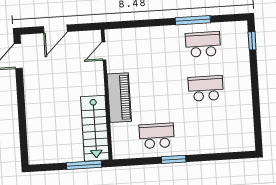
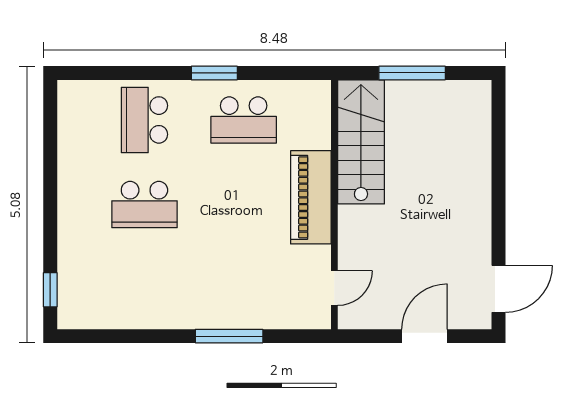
window: (193, 20) -> (229, 336), moved
school desk: (203, 44) -> (144, 120), moved, turned 90
window: (84, 165) -> (412, 73), moved

